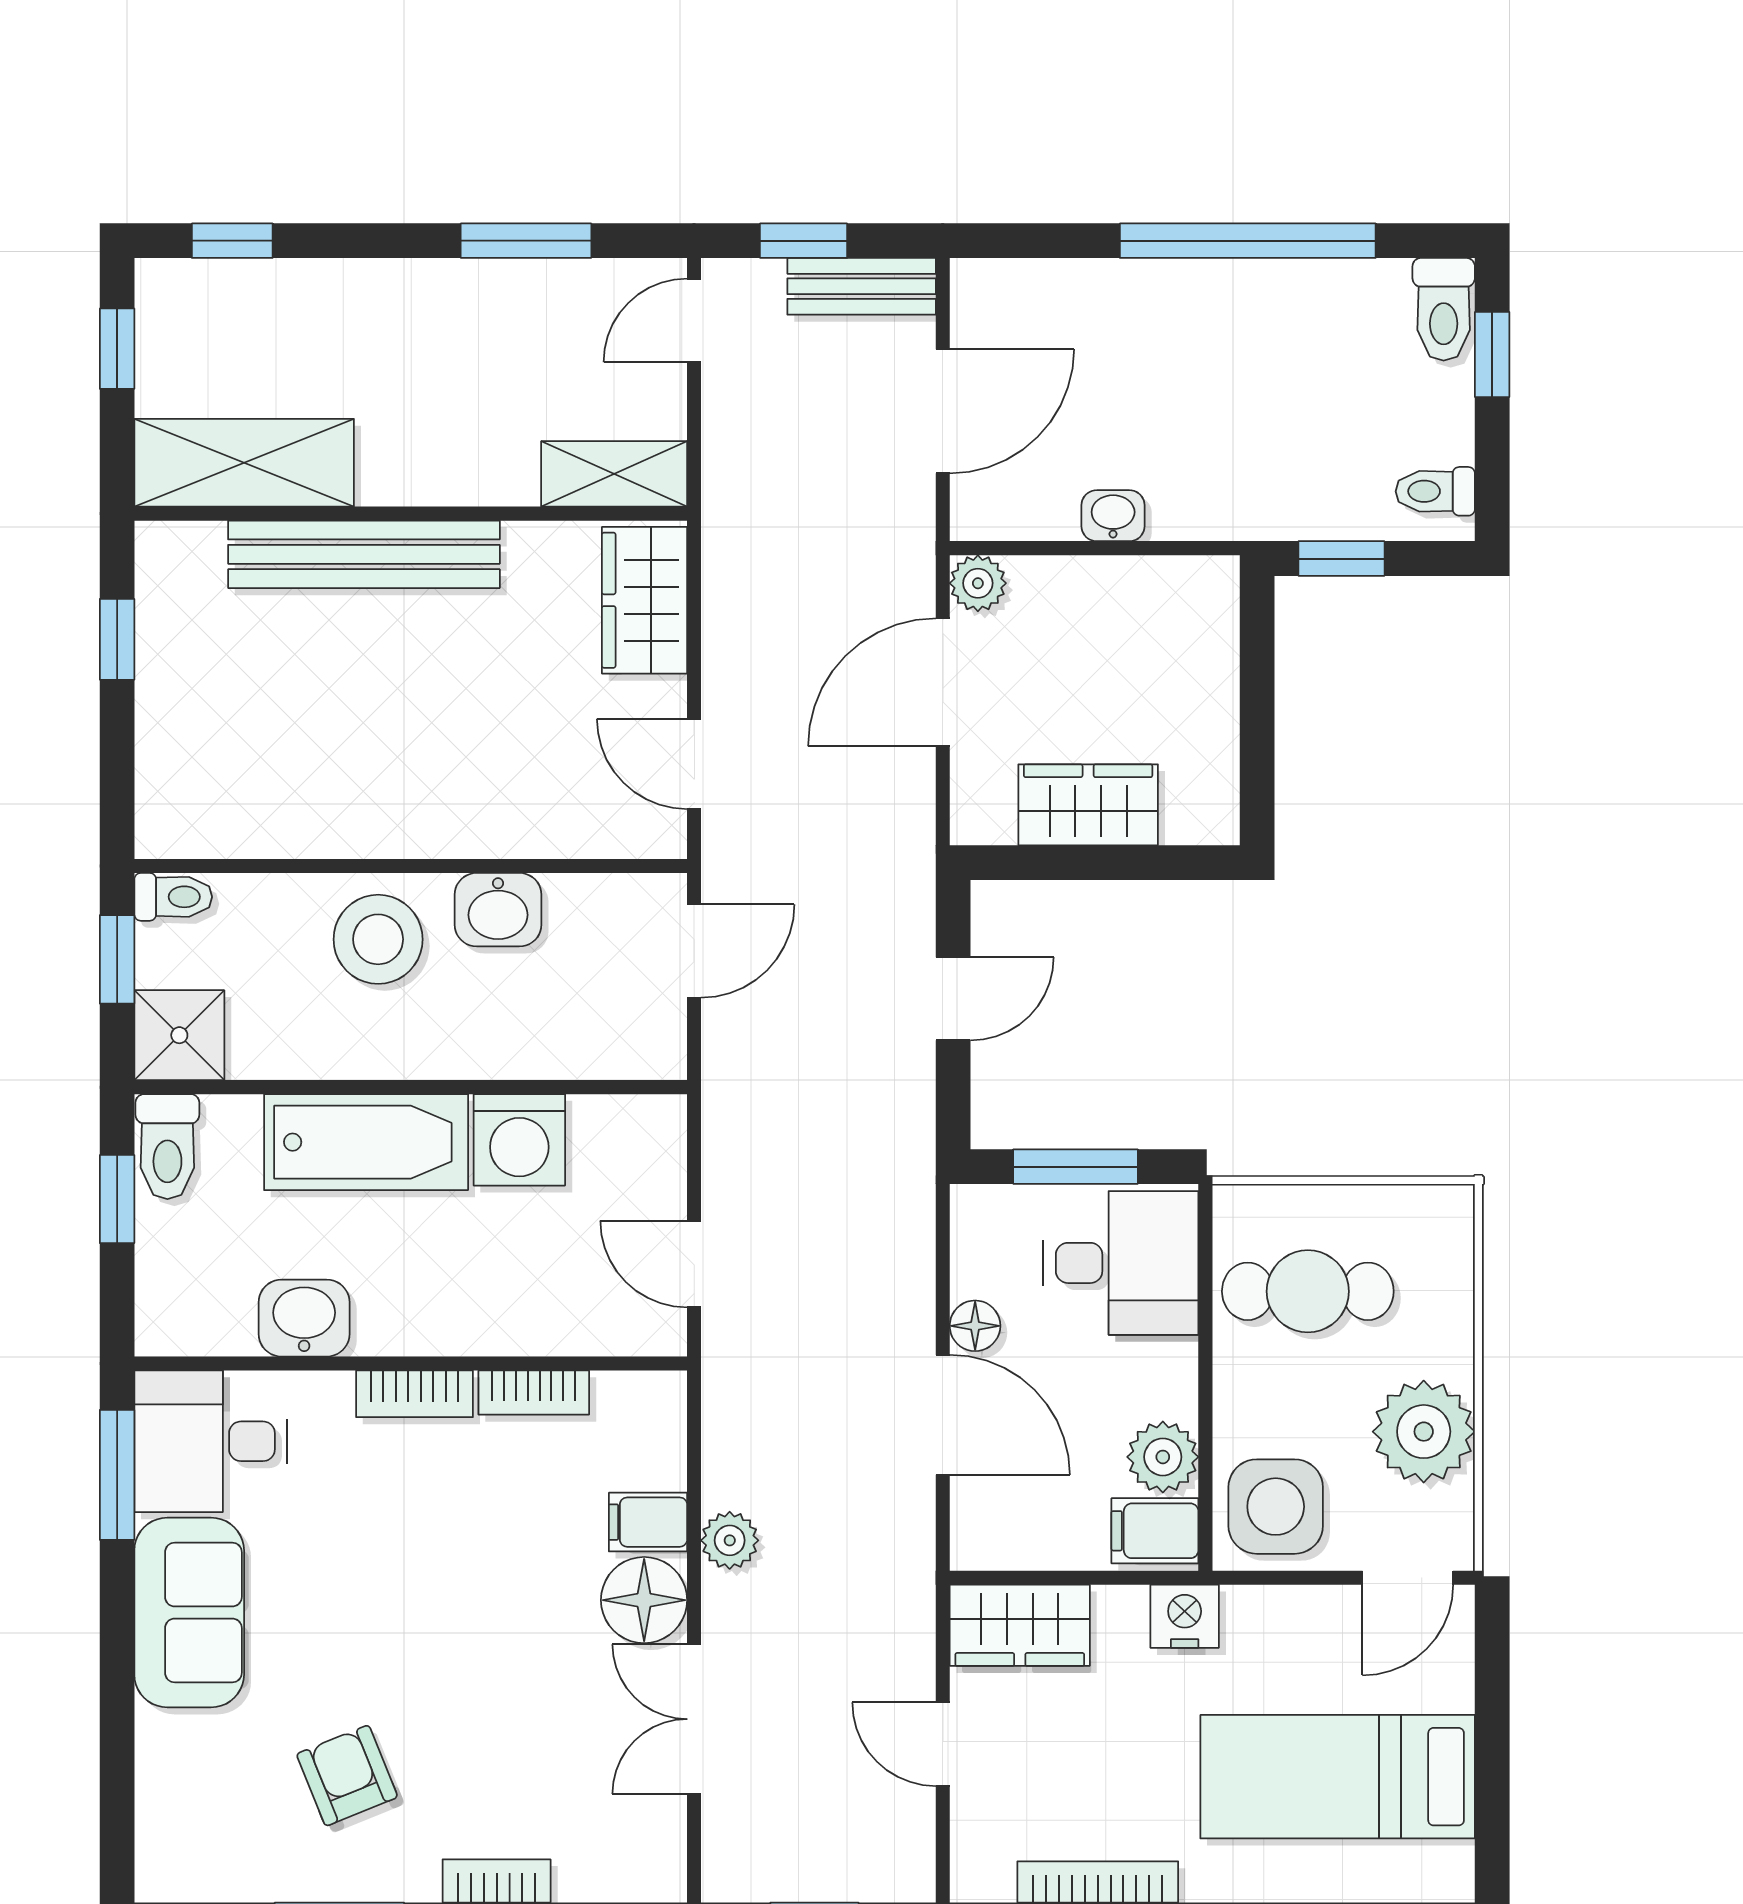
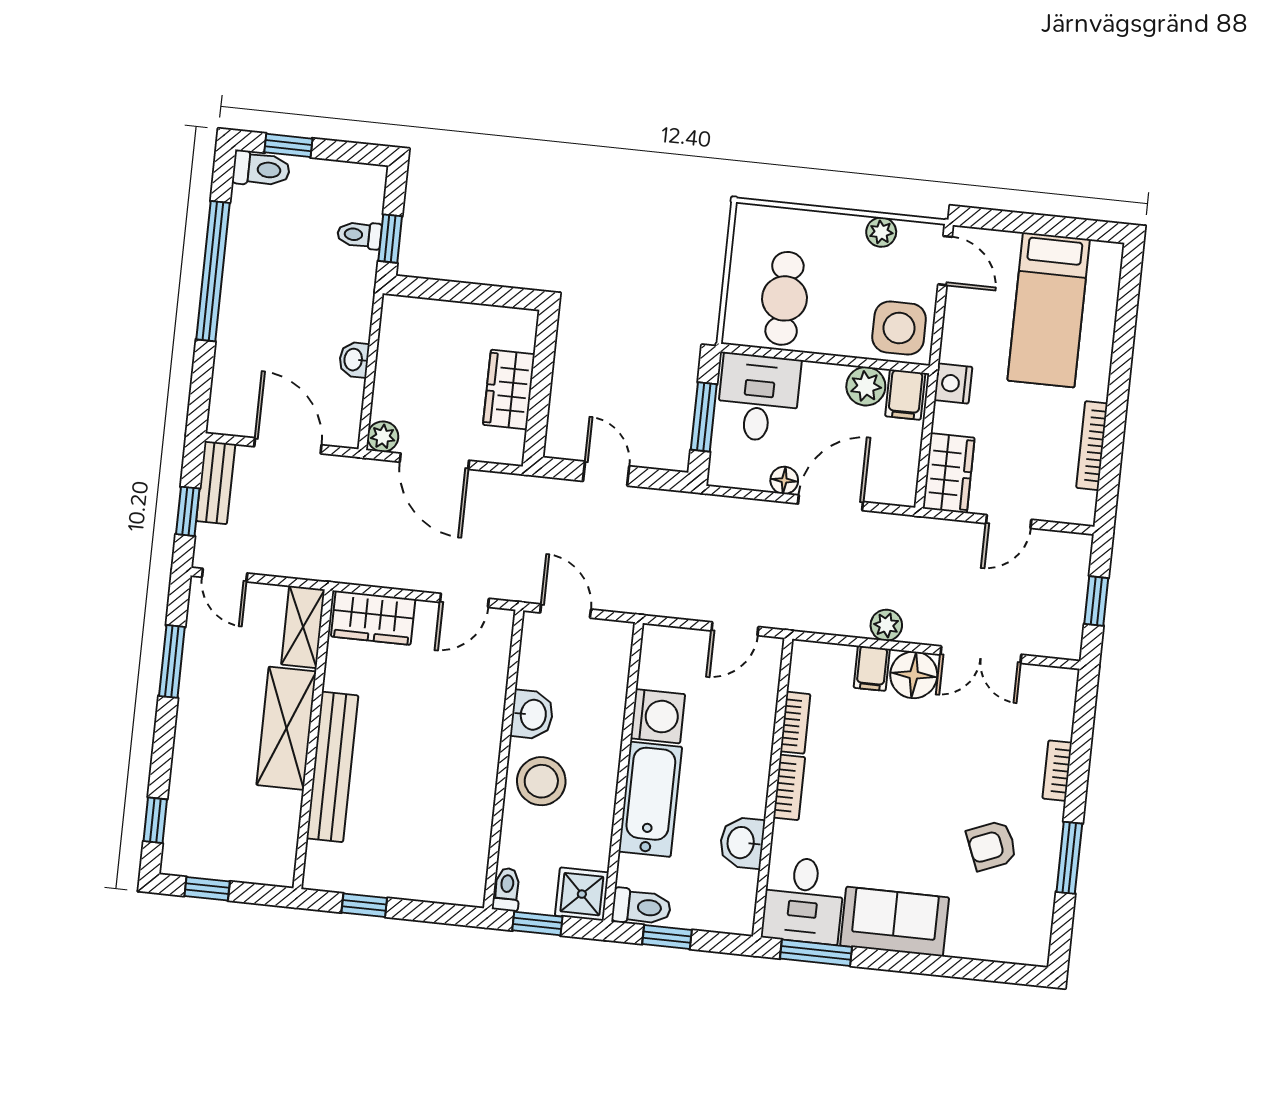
shelving: (244, 463) -> (286, 728), moved
toilet: (1435, 491) -> (359, 235), moved, turned 90
plant: (1424, 1432) -> (881, 232), width x0.53, depth x0.53

